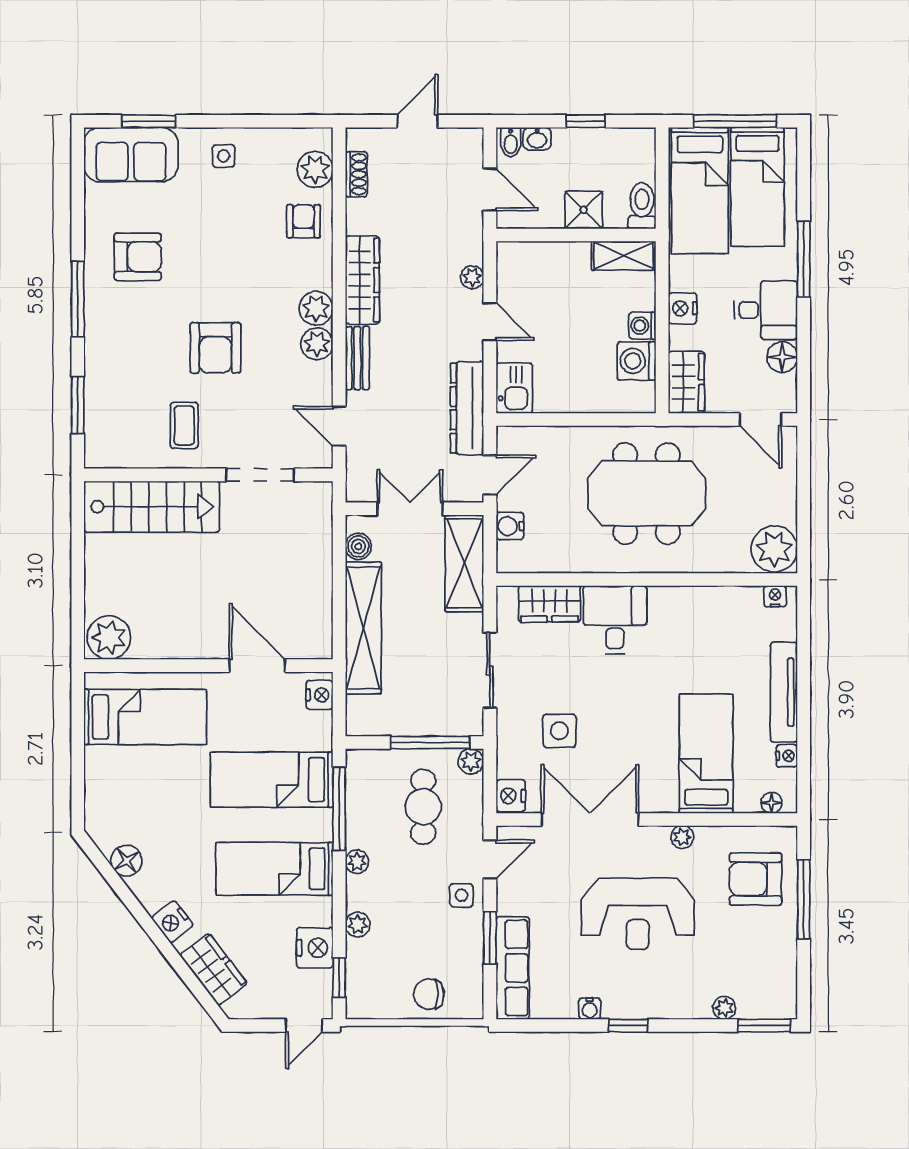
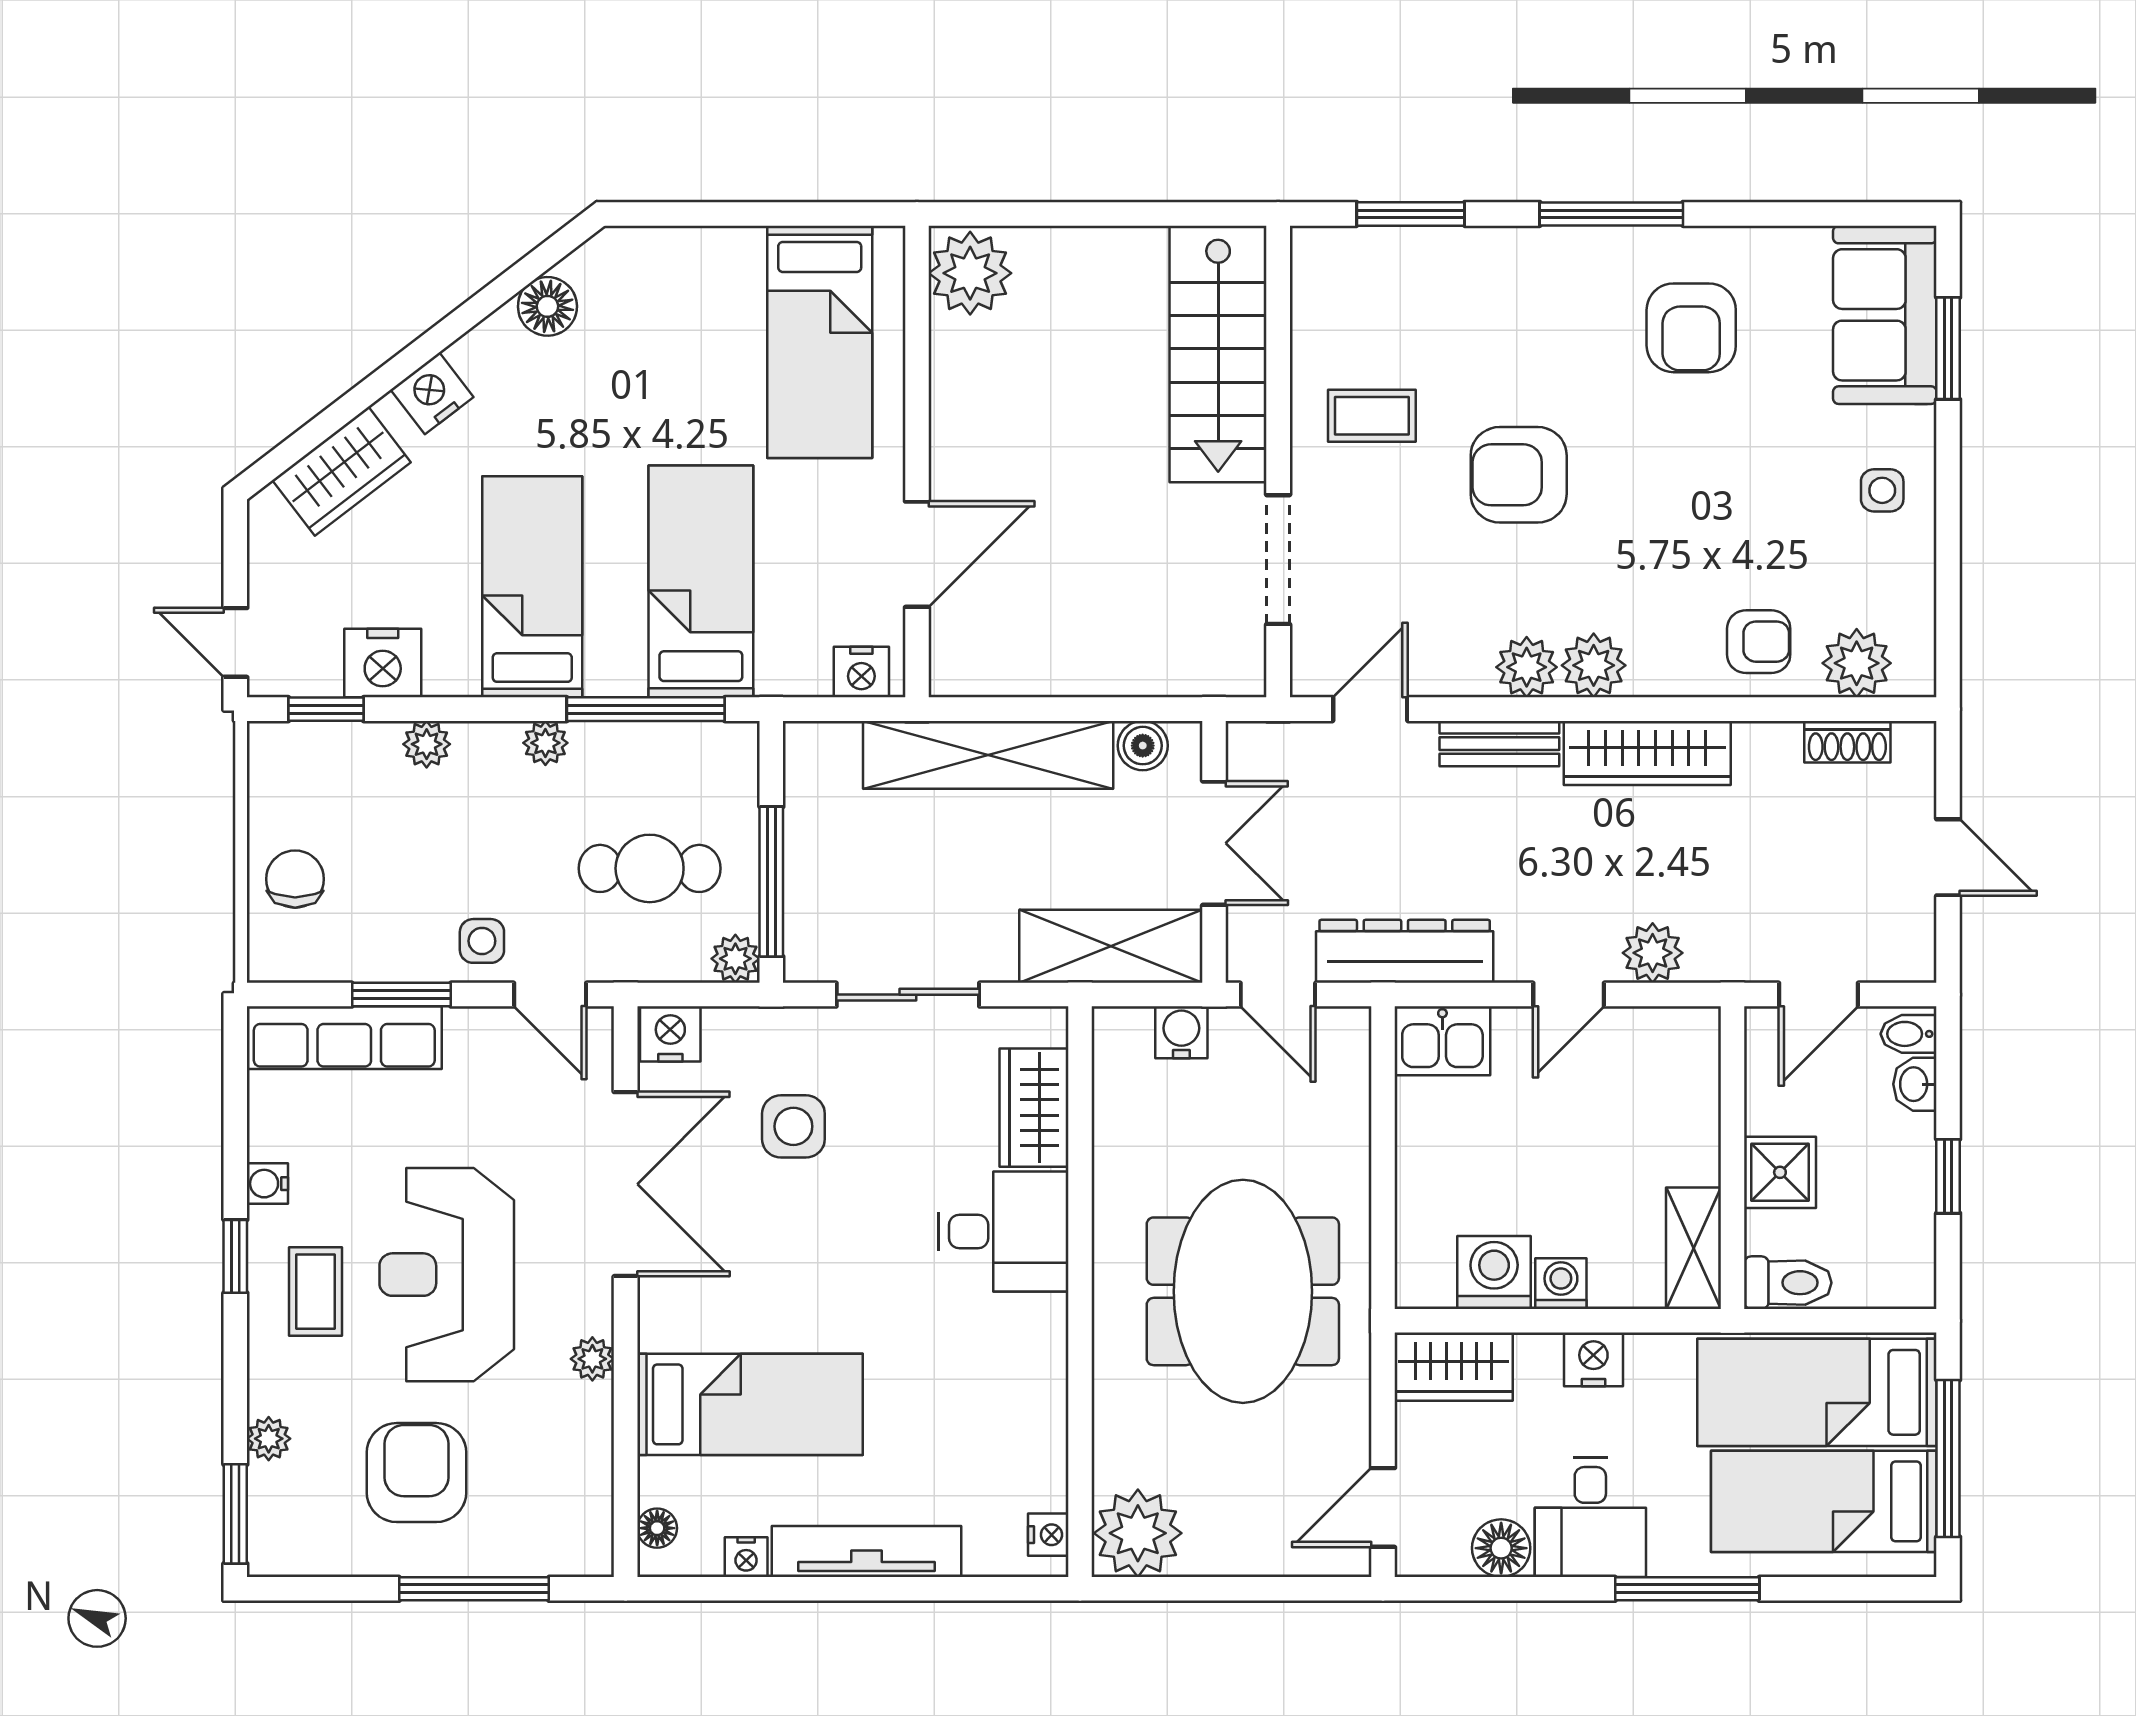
plant: (472, 277) -> (1653, 953), width x1.38, depth x1.38
armchair: (755, 879) -> (417, 1473), moved
coffee table: (647, 983) -> (316, 1292), added

